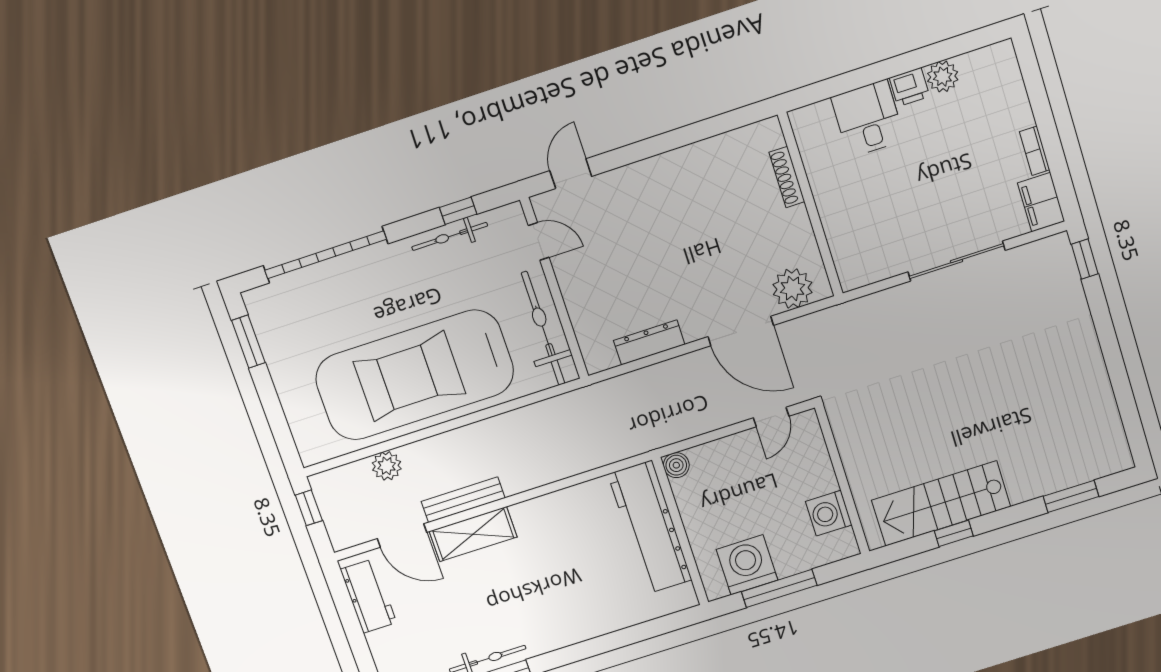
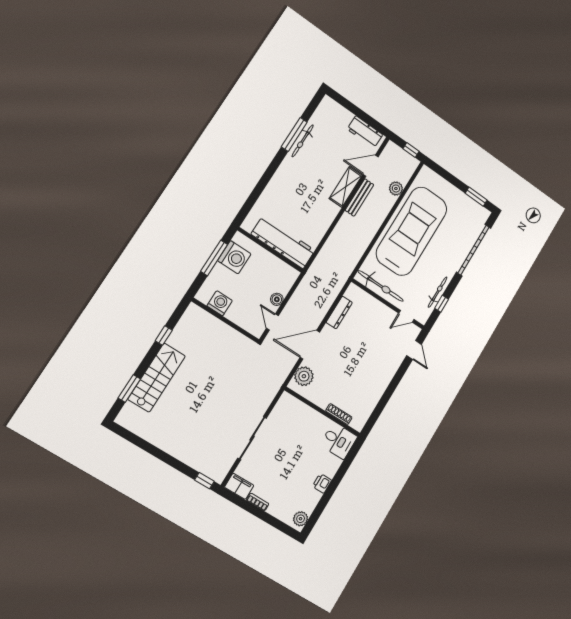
plant: (943, 77) -> (301, 519), moved
desk: (868, 119) -> (339, 441), moved
boiler: (676, 465) -> (277, 299), moved
stairs: (941, 503) -> (157, 378), moved

